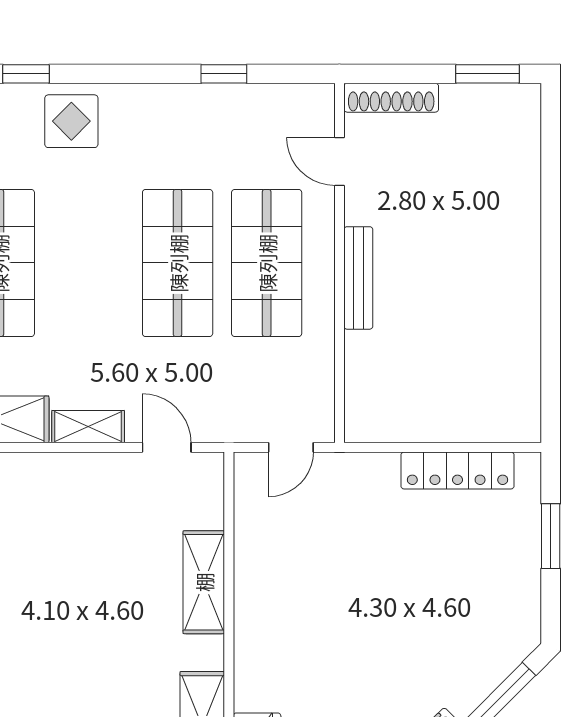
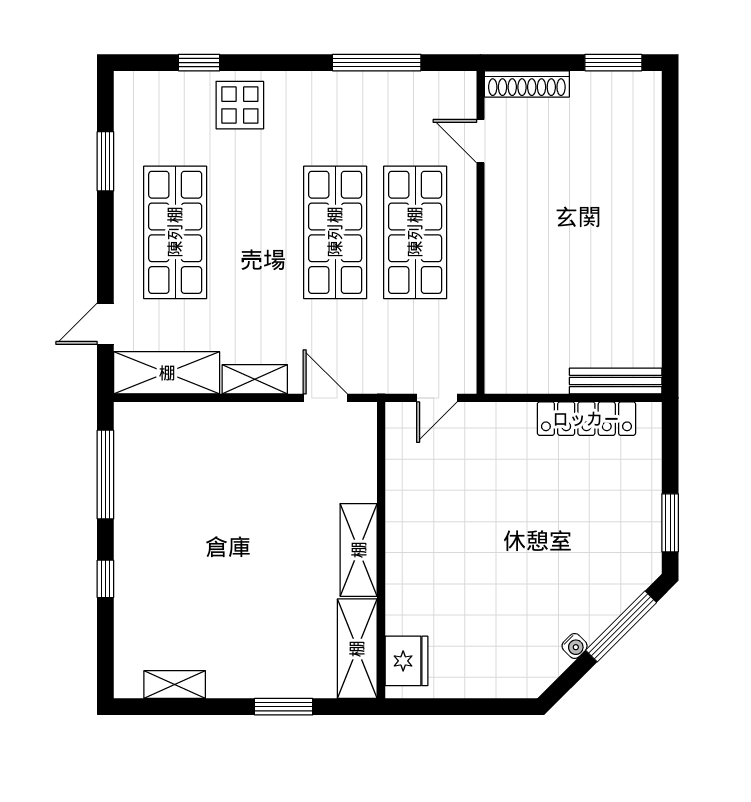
window: (224, 74) -> (377, 63), width x2.17
bench: (358, 278) -> (616, 381), moved, turned 90
window: (551, 536) -> (670, 523), moved
shelving: (204, 582) -> (359, 550), moved

